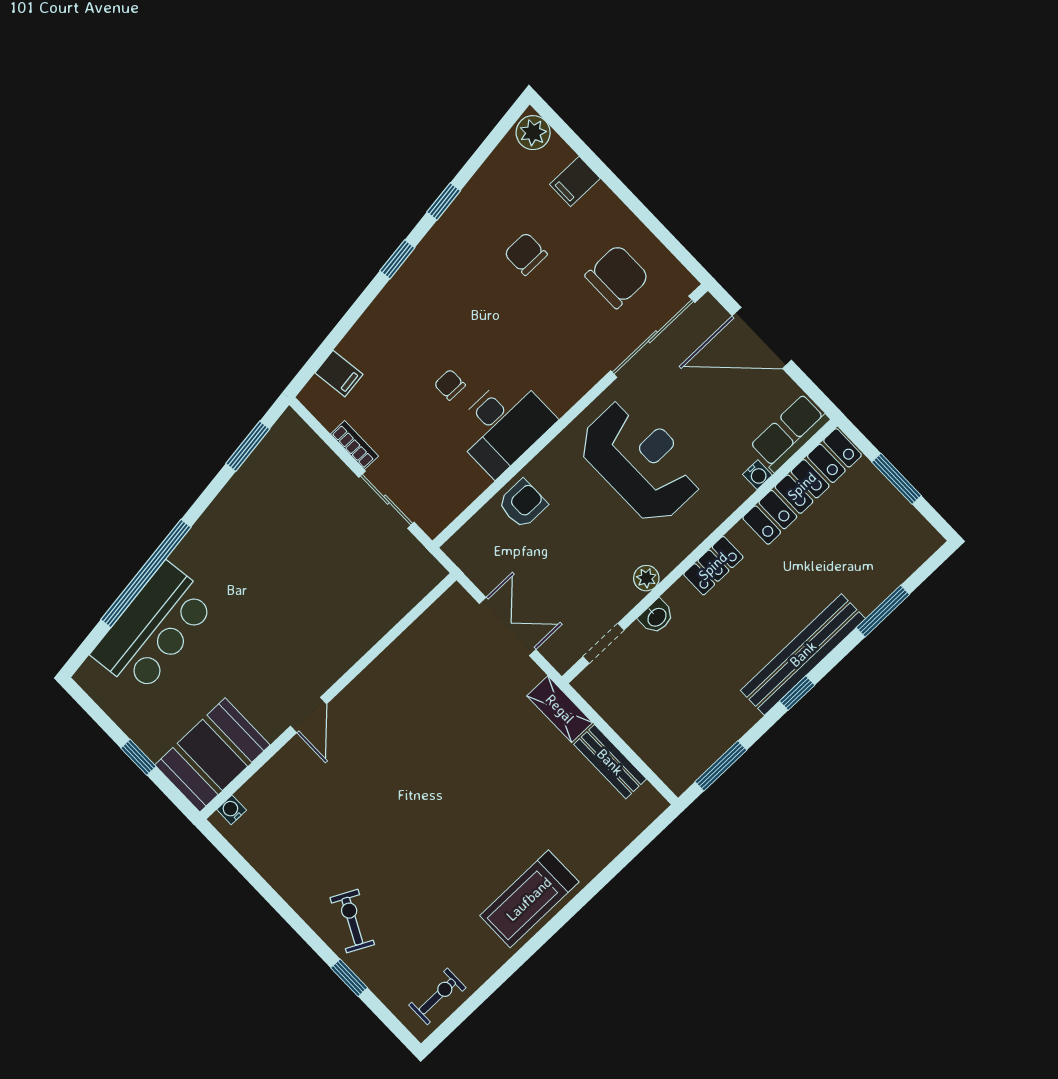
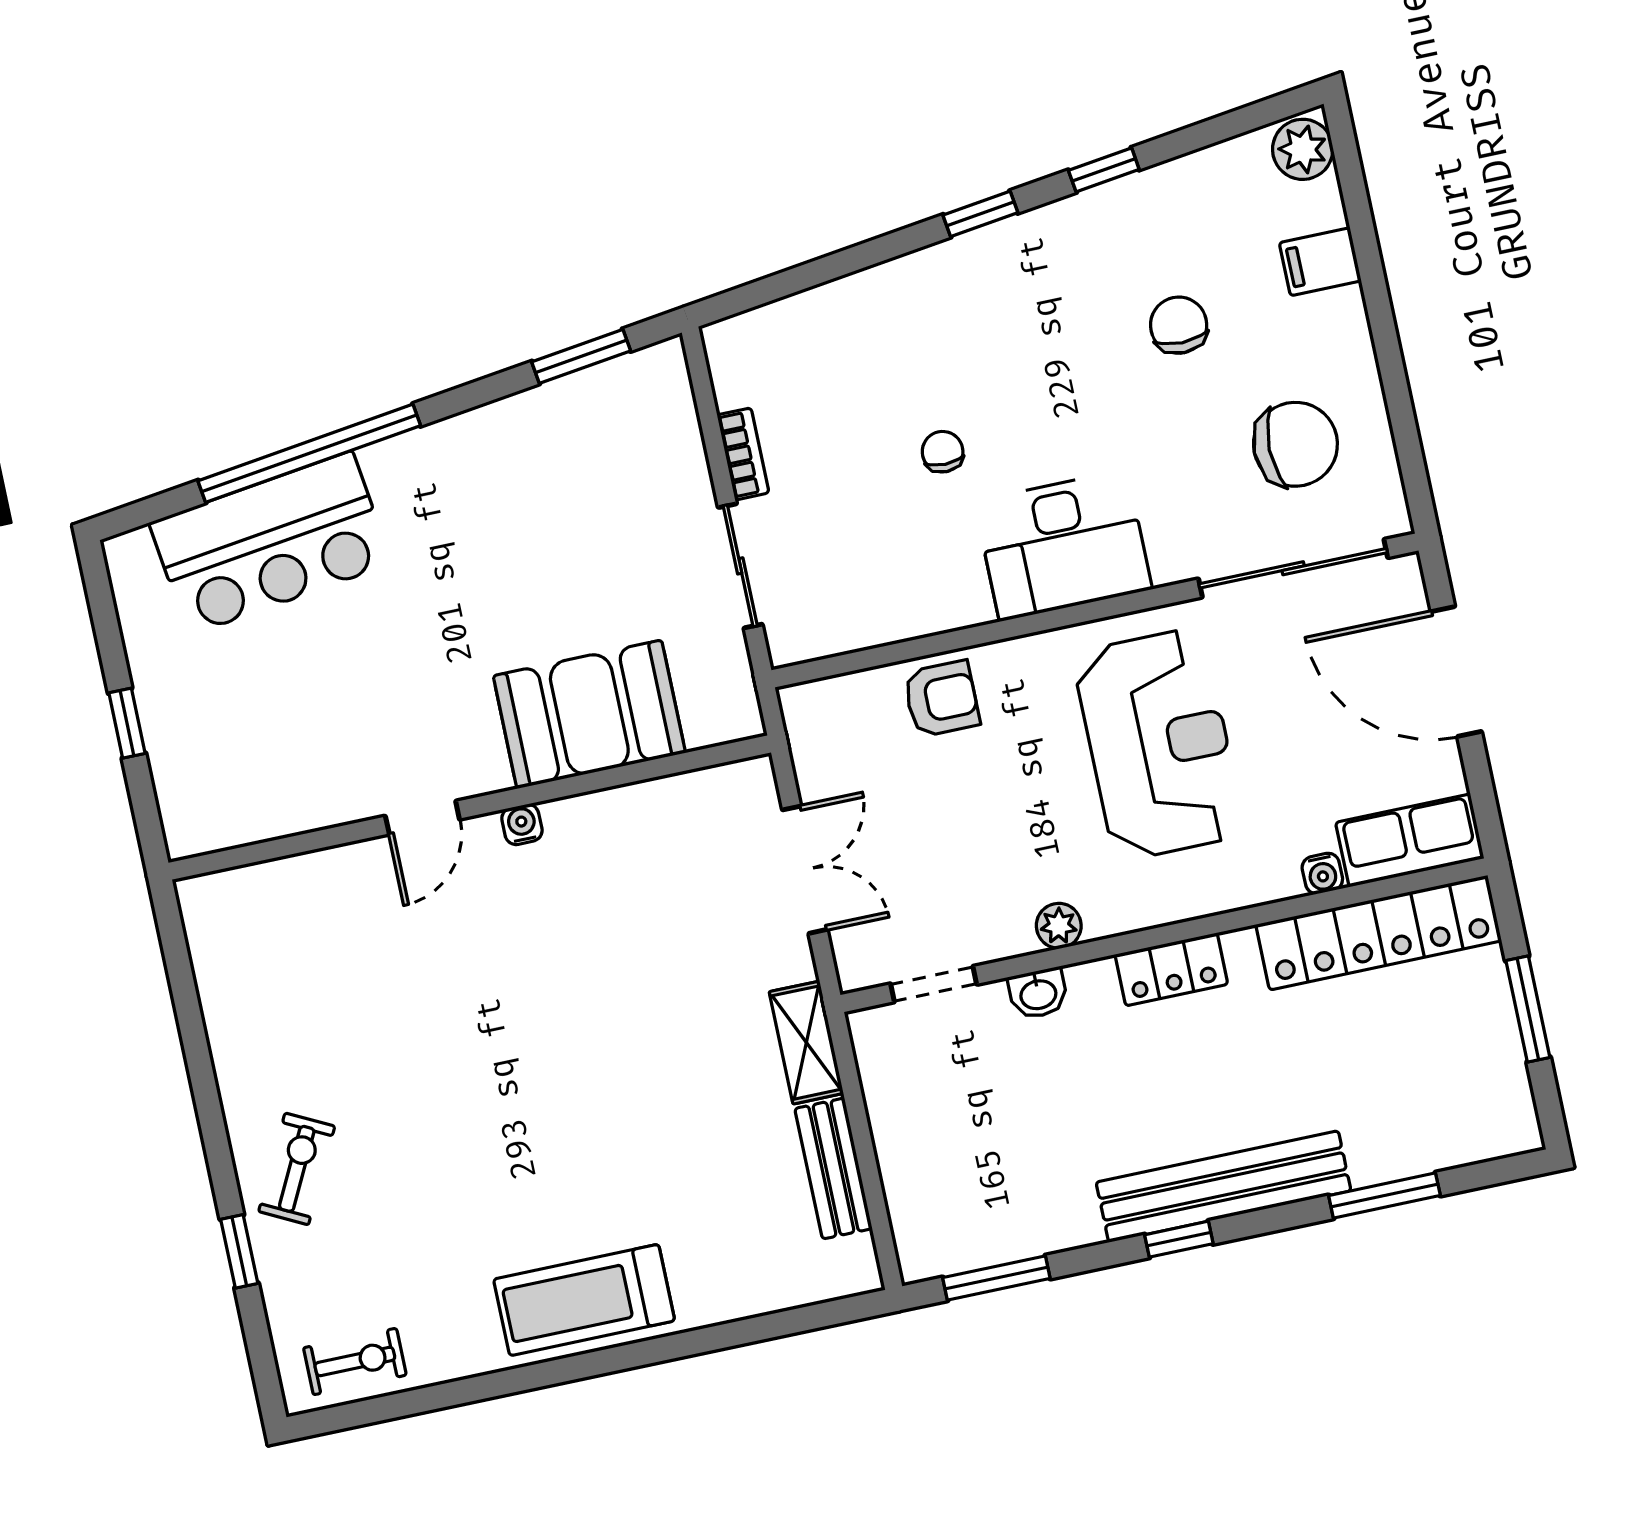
filing cabinet: (339, 374) -> (786, 332), removed
desk: (503, 425) -> (1063, 545), moved
booth: (212, 755) -> (589, 714), moved
water cooler: (232, 810) -> (522, 824), moved

